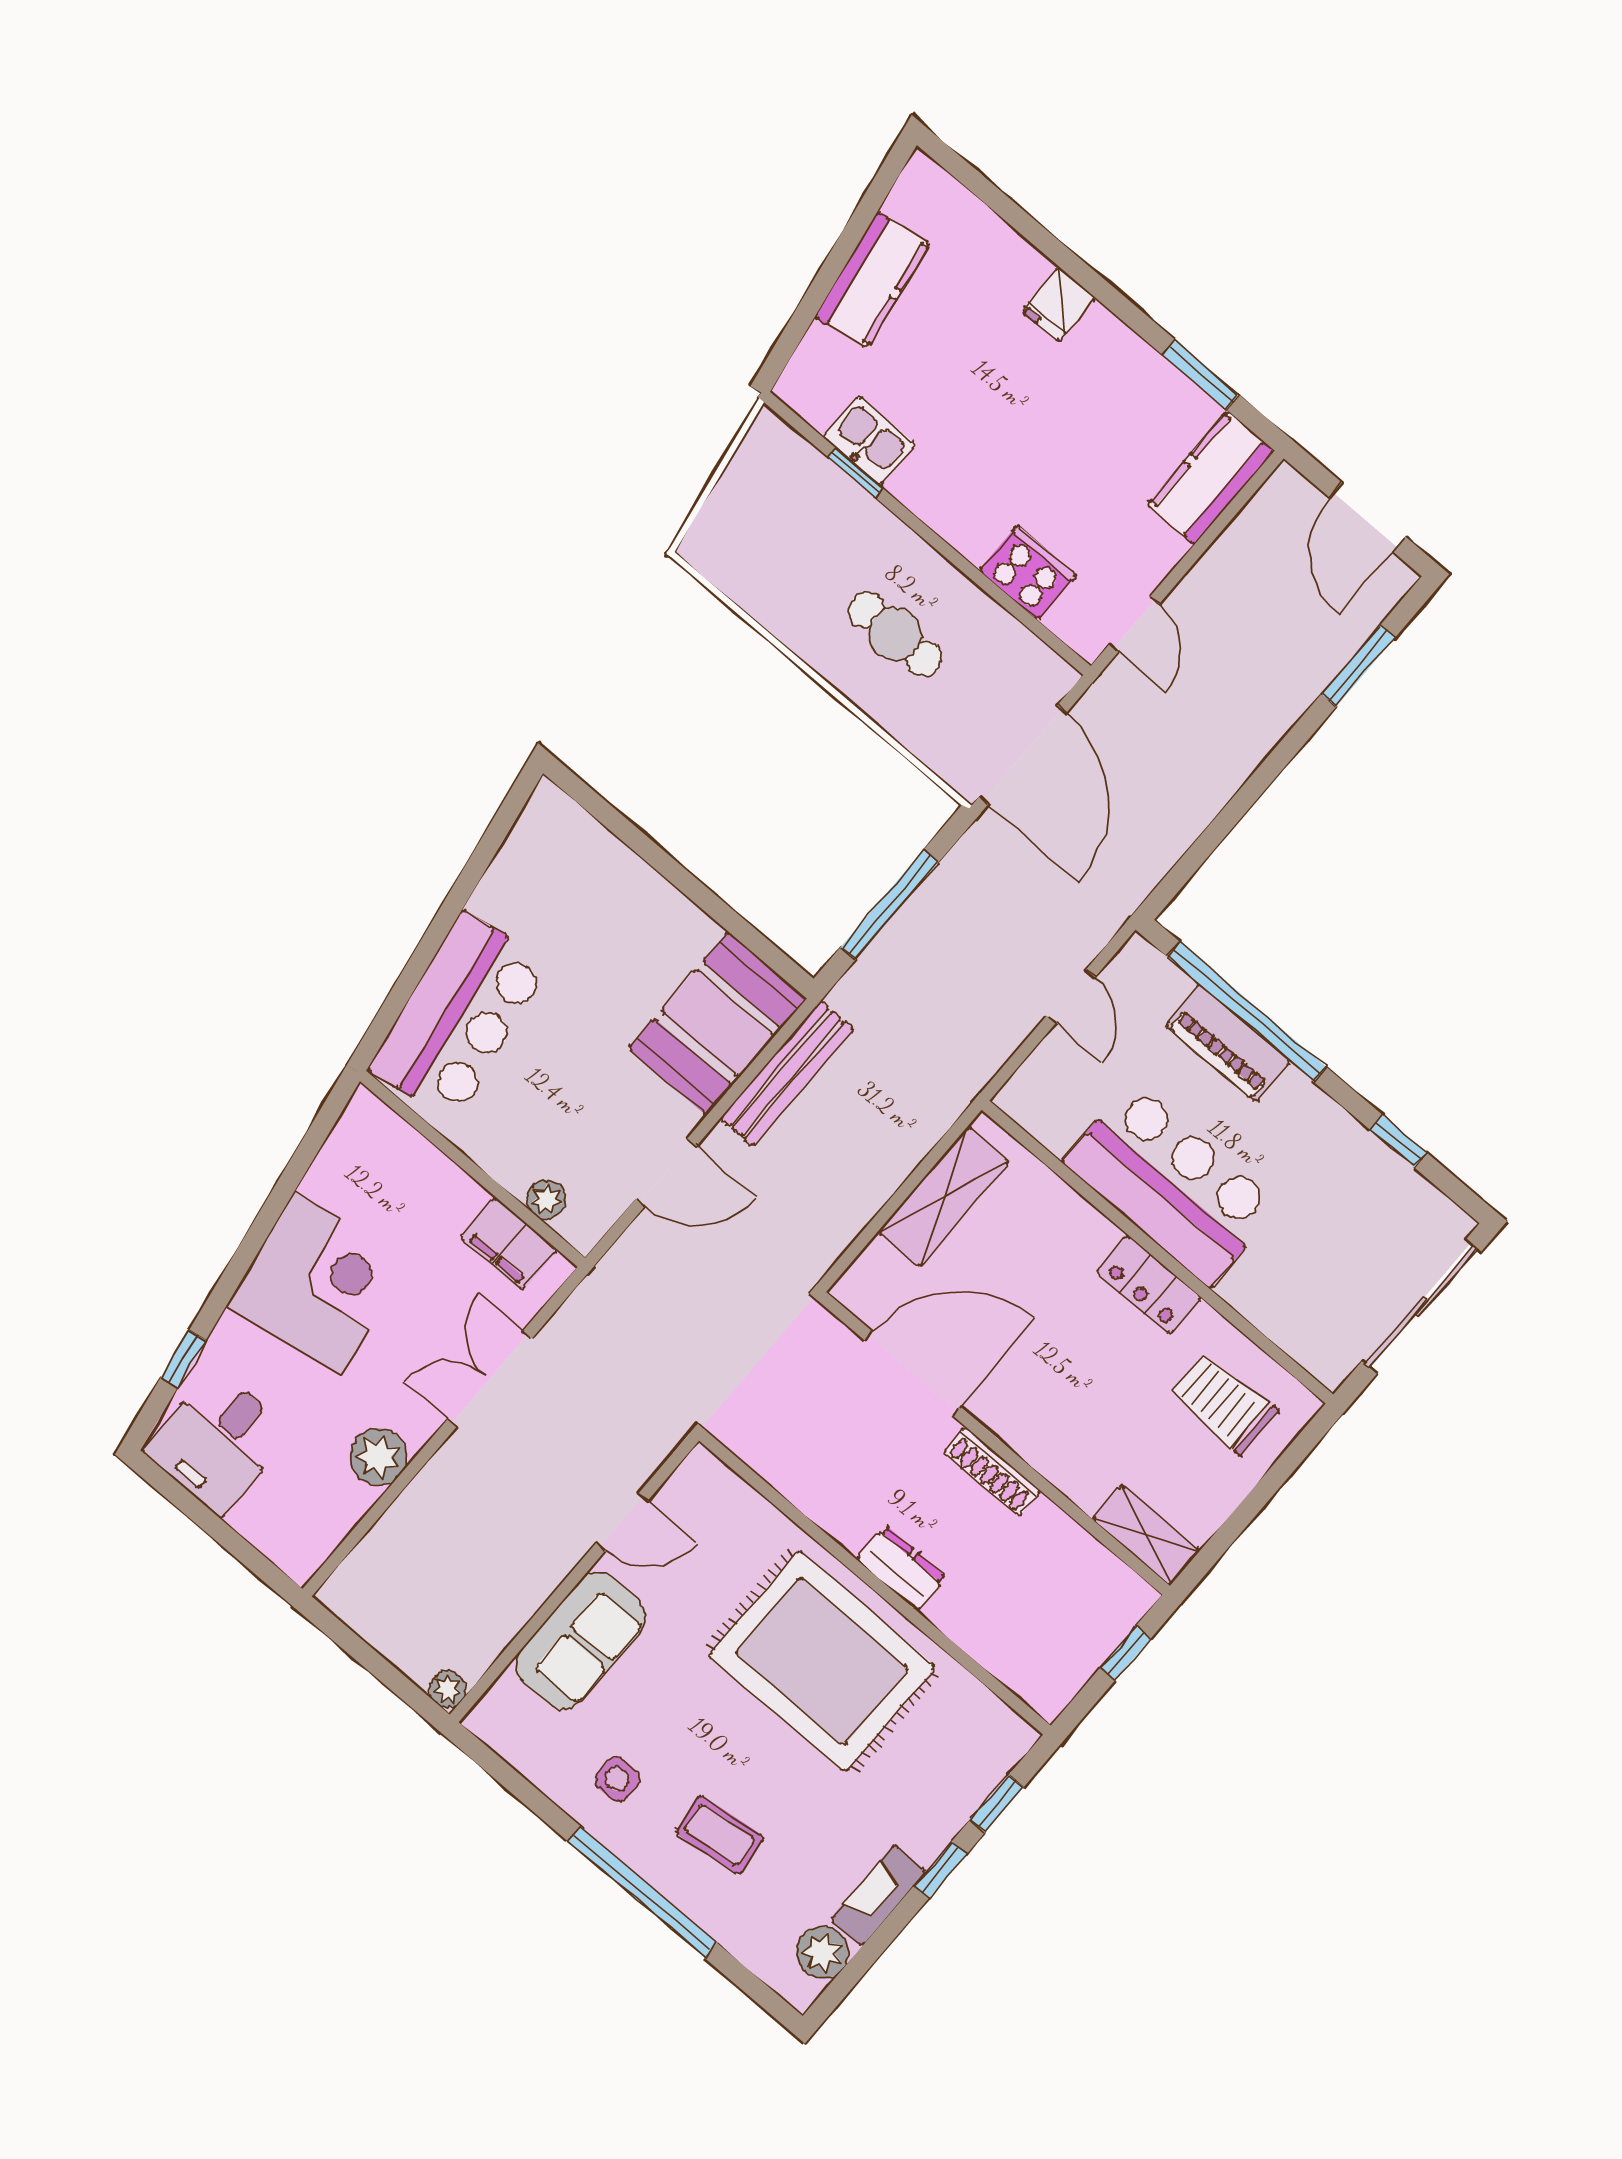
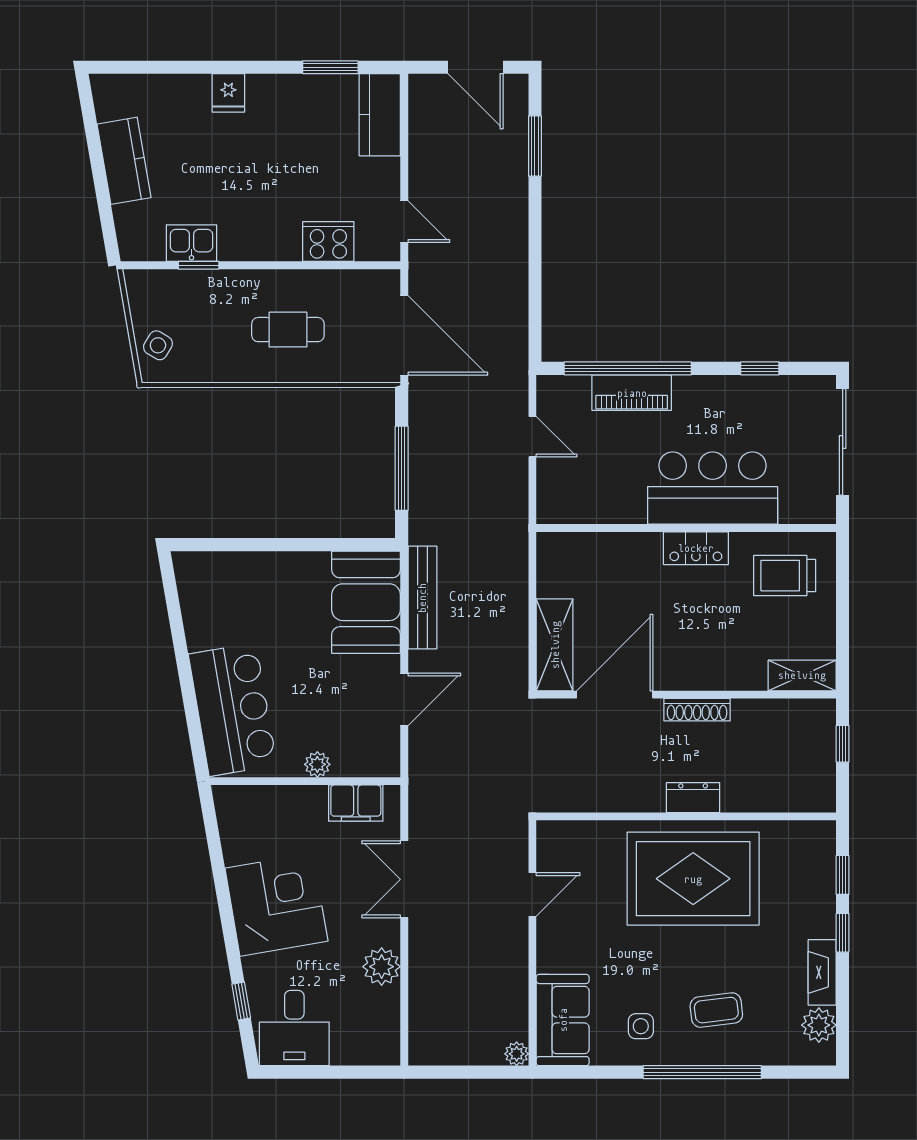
side table: (730, 525) -> (158, 345), added
bar counter: (1171, 1184) -> (713, 488), moved
shelving: (944, 1197) -> (555, 645), moved
plant: (547, 1199) -> (317, 764), moved
sofa: (580, 1641) -> (563, 1020), moved

